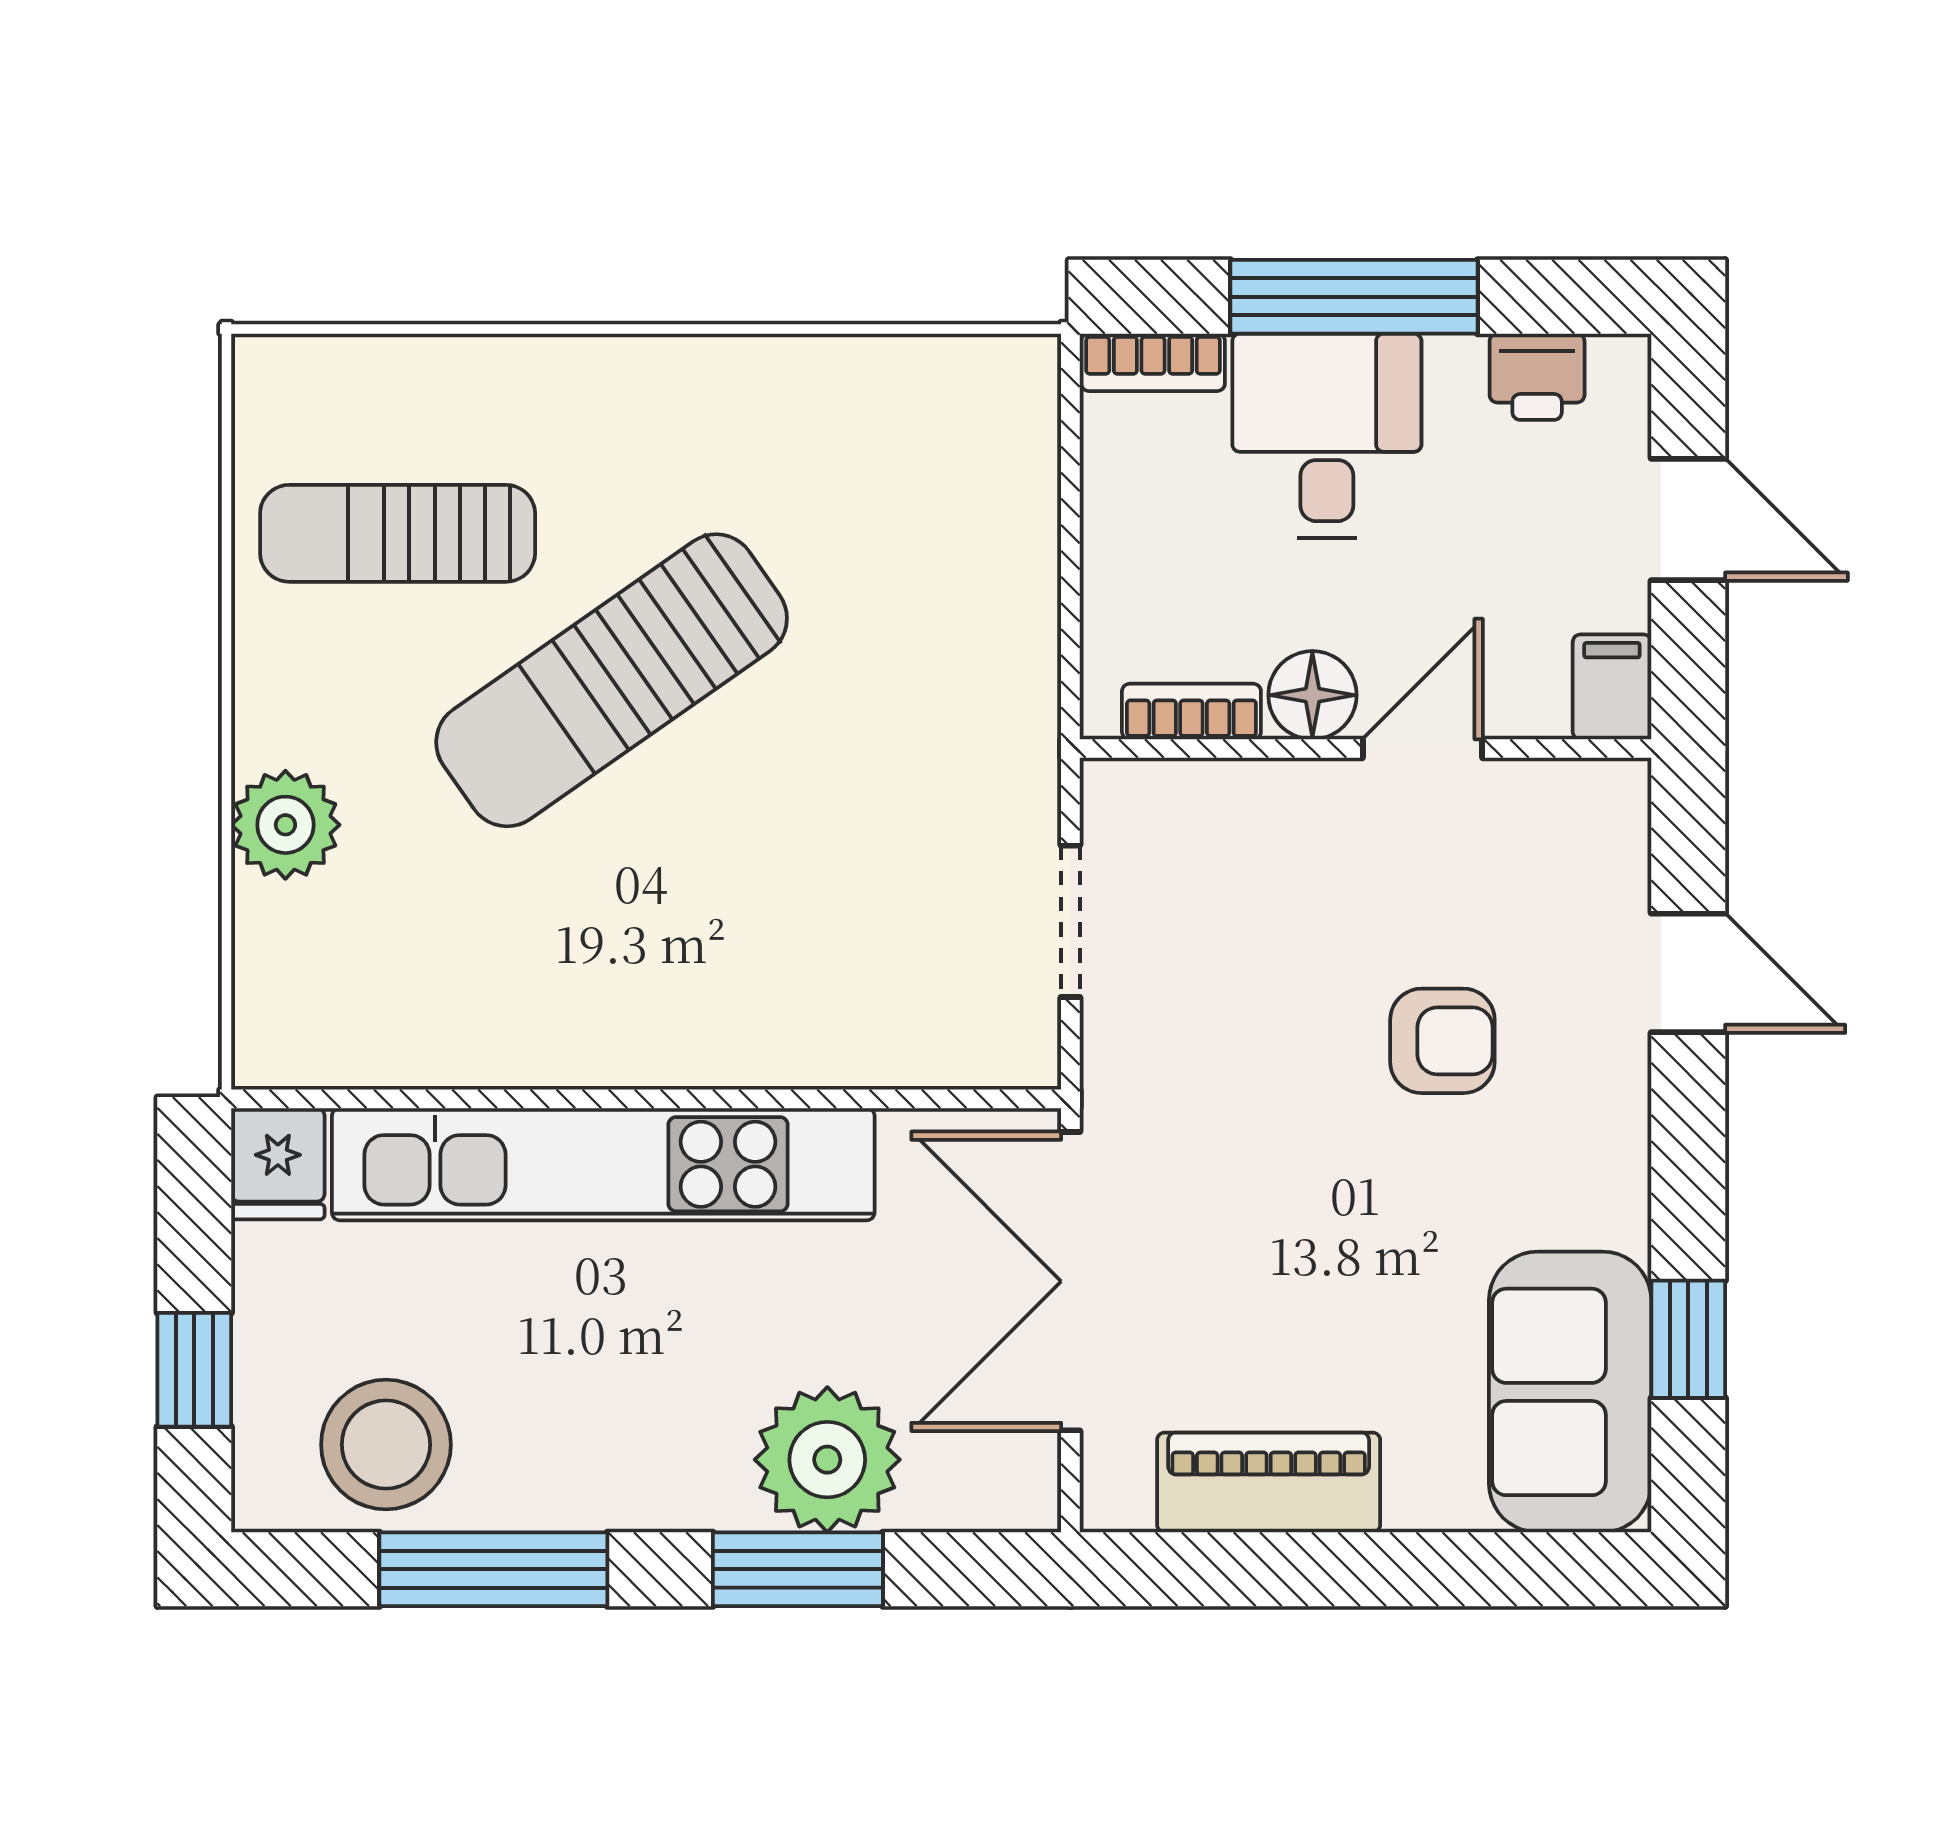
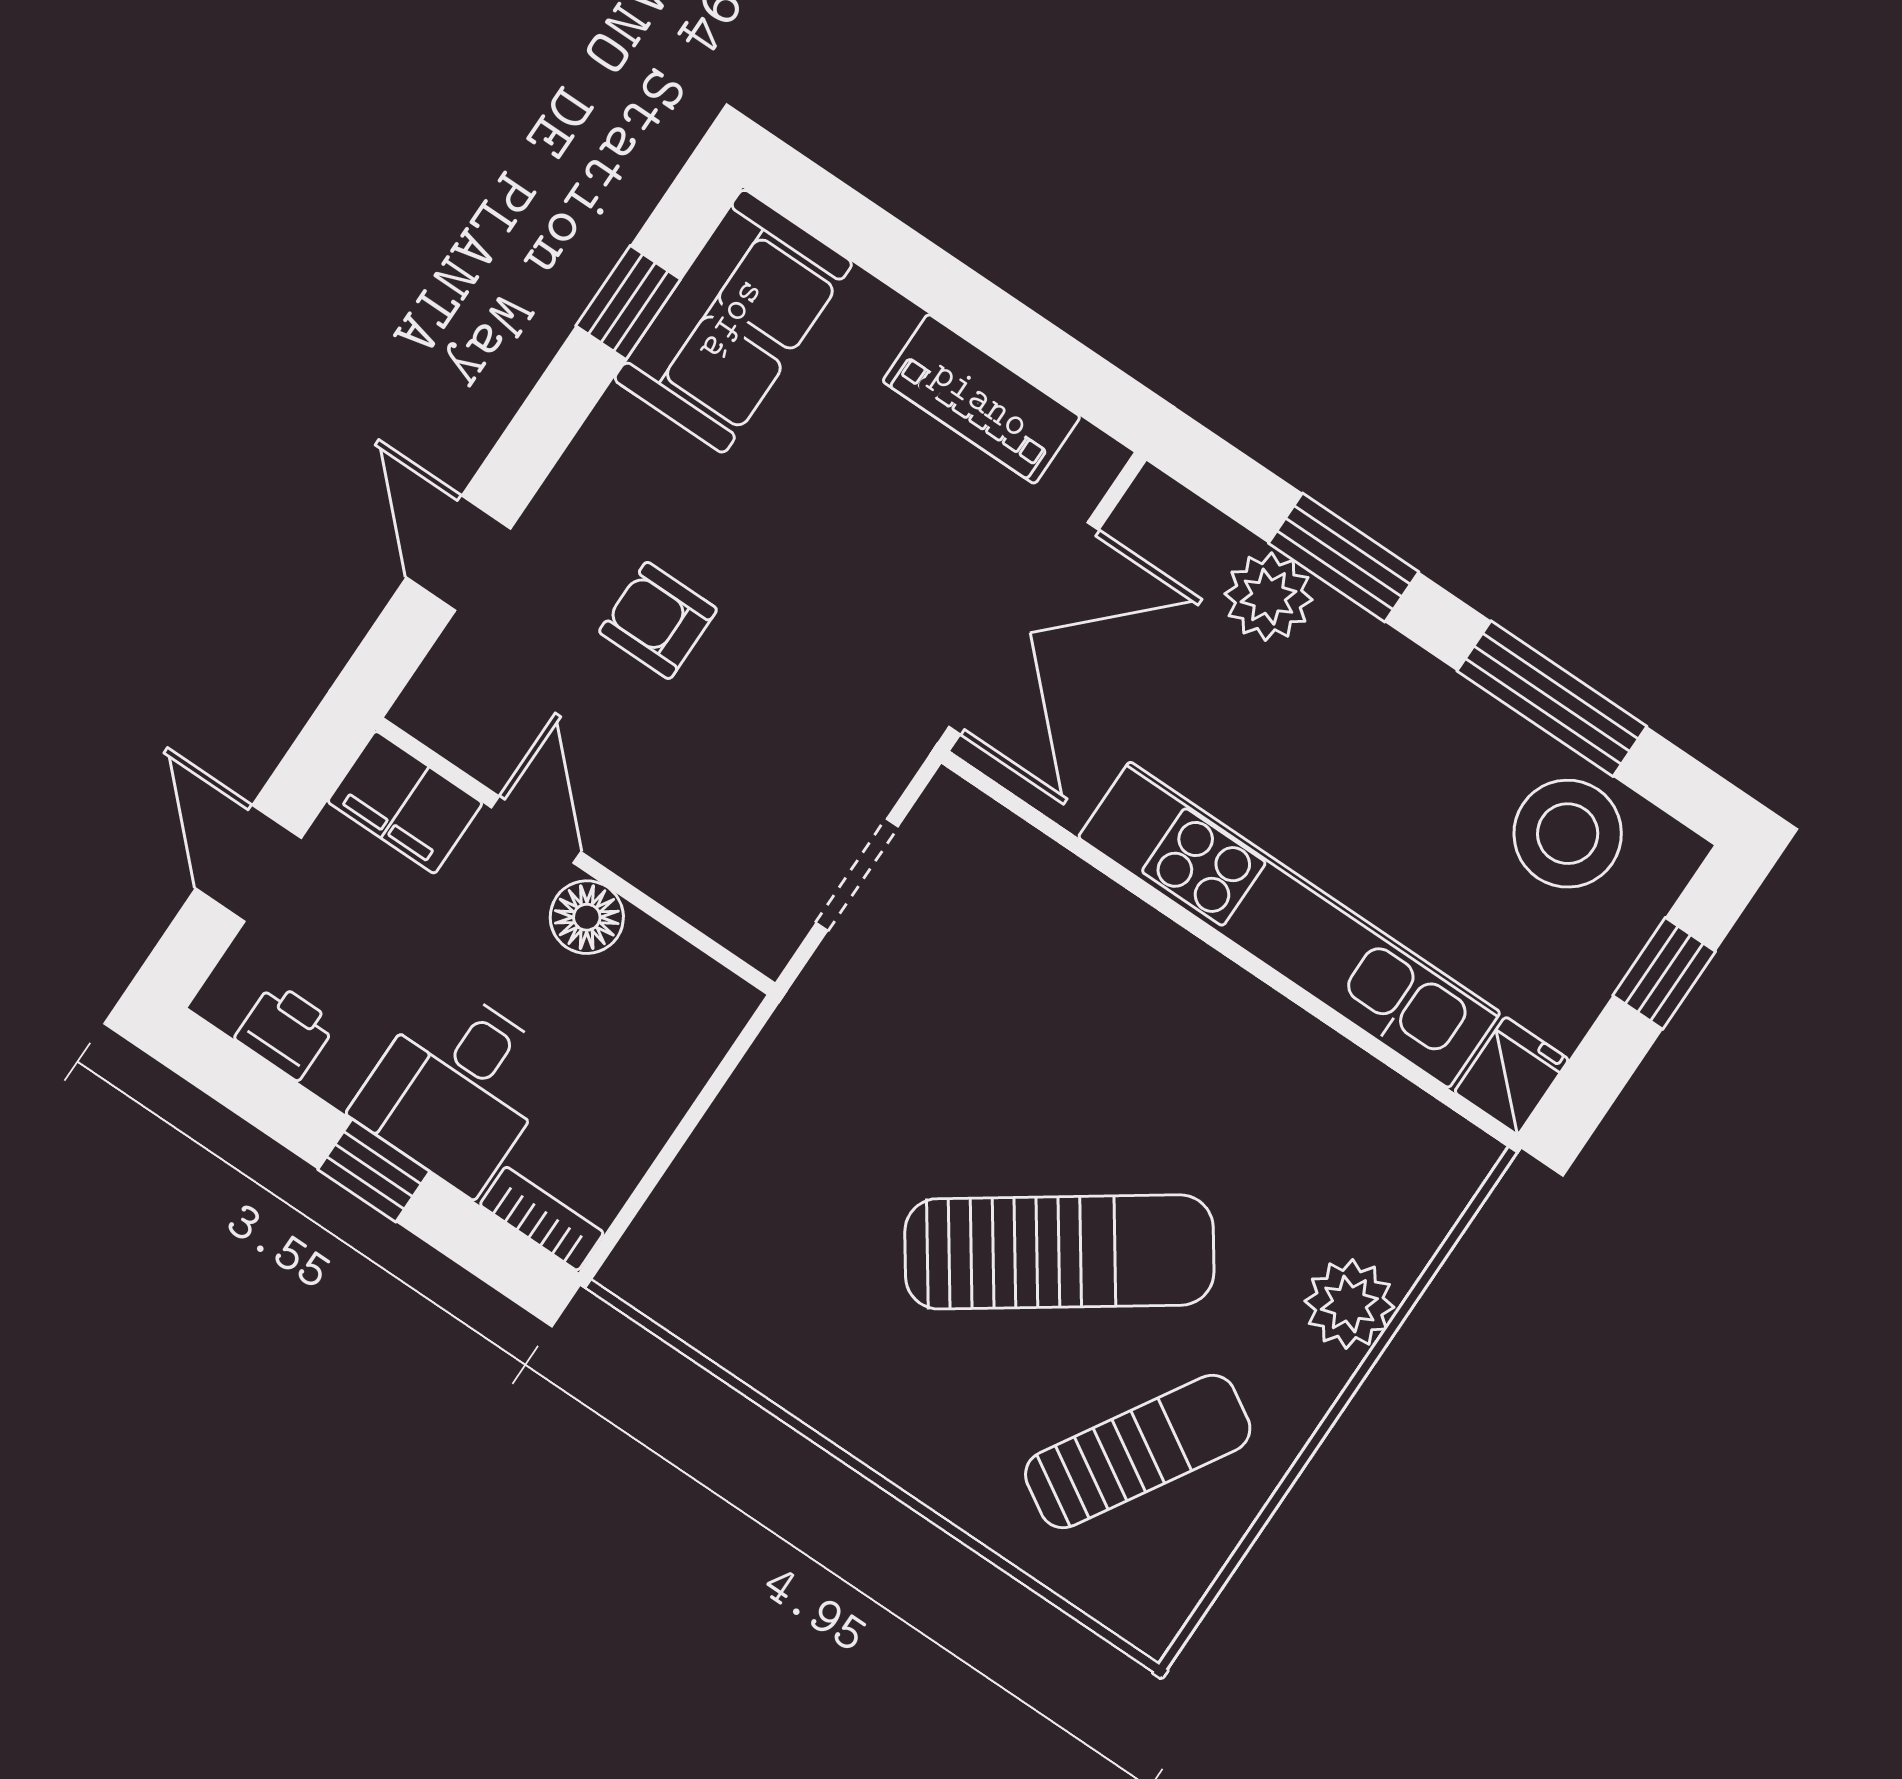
window: (1354, 297) -> (374, 1170), width x0.46
sun lounger: (398, 533) -> (1138, 1451), turned -59
filing cabinet: (1612, 687) -> (405, 802), width x2.00
bookcase: (1191, 711) -> (677, 962), removed
door: (1422, 748) -> (536, 830), swing flipped
plant: (827, 1460) -> (1268, 597), width x0.73, depth x0.73

